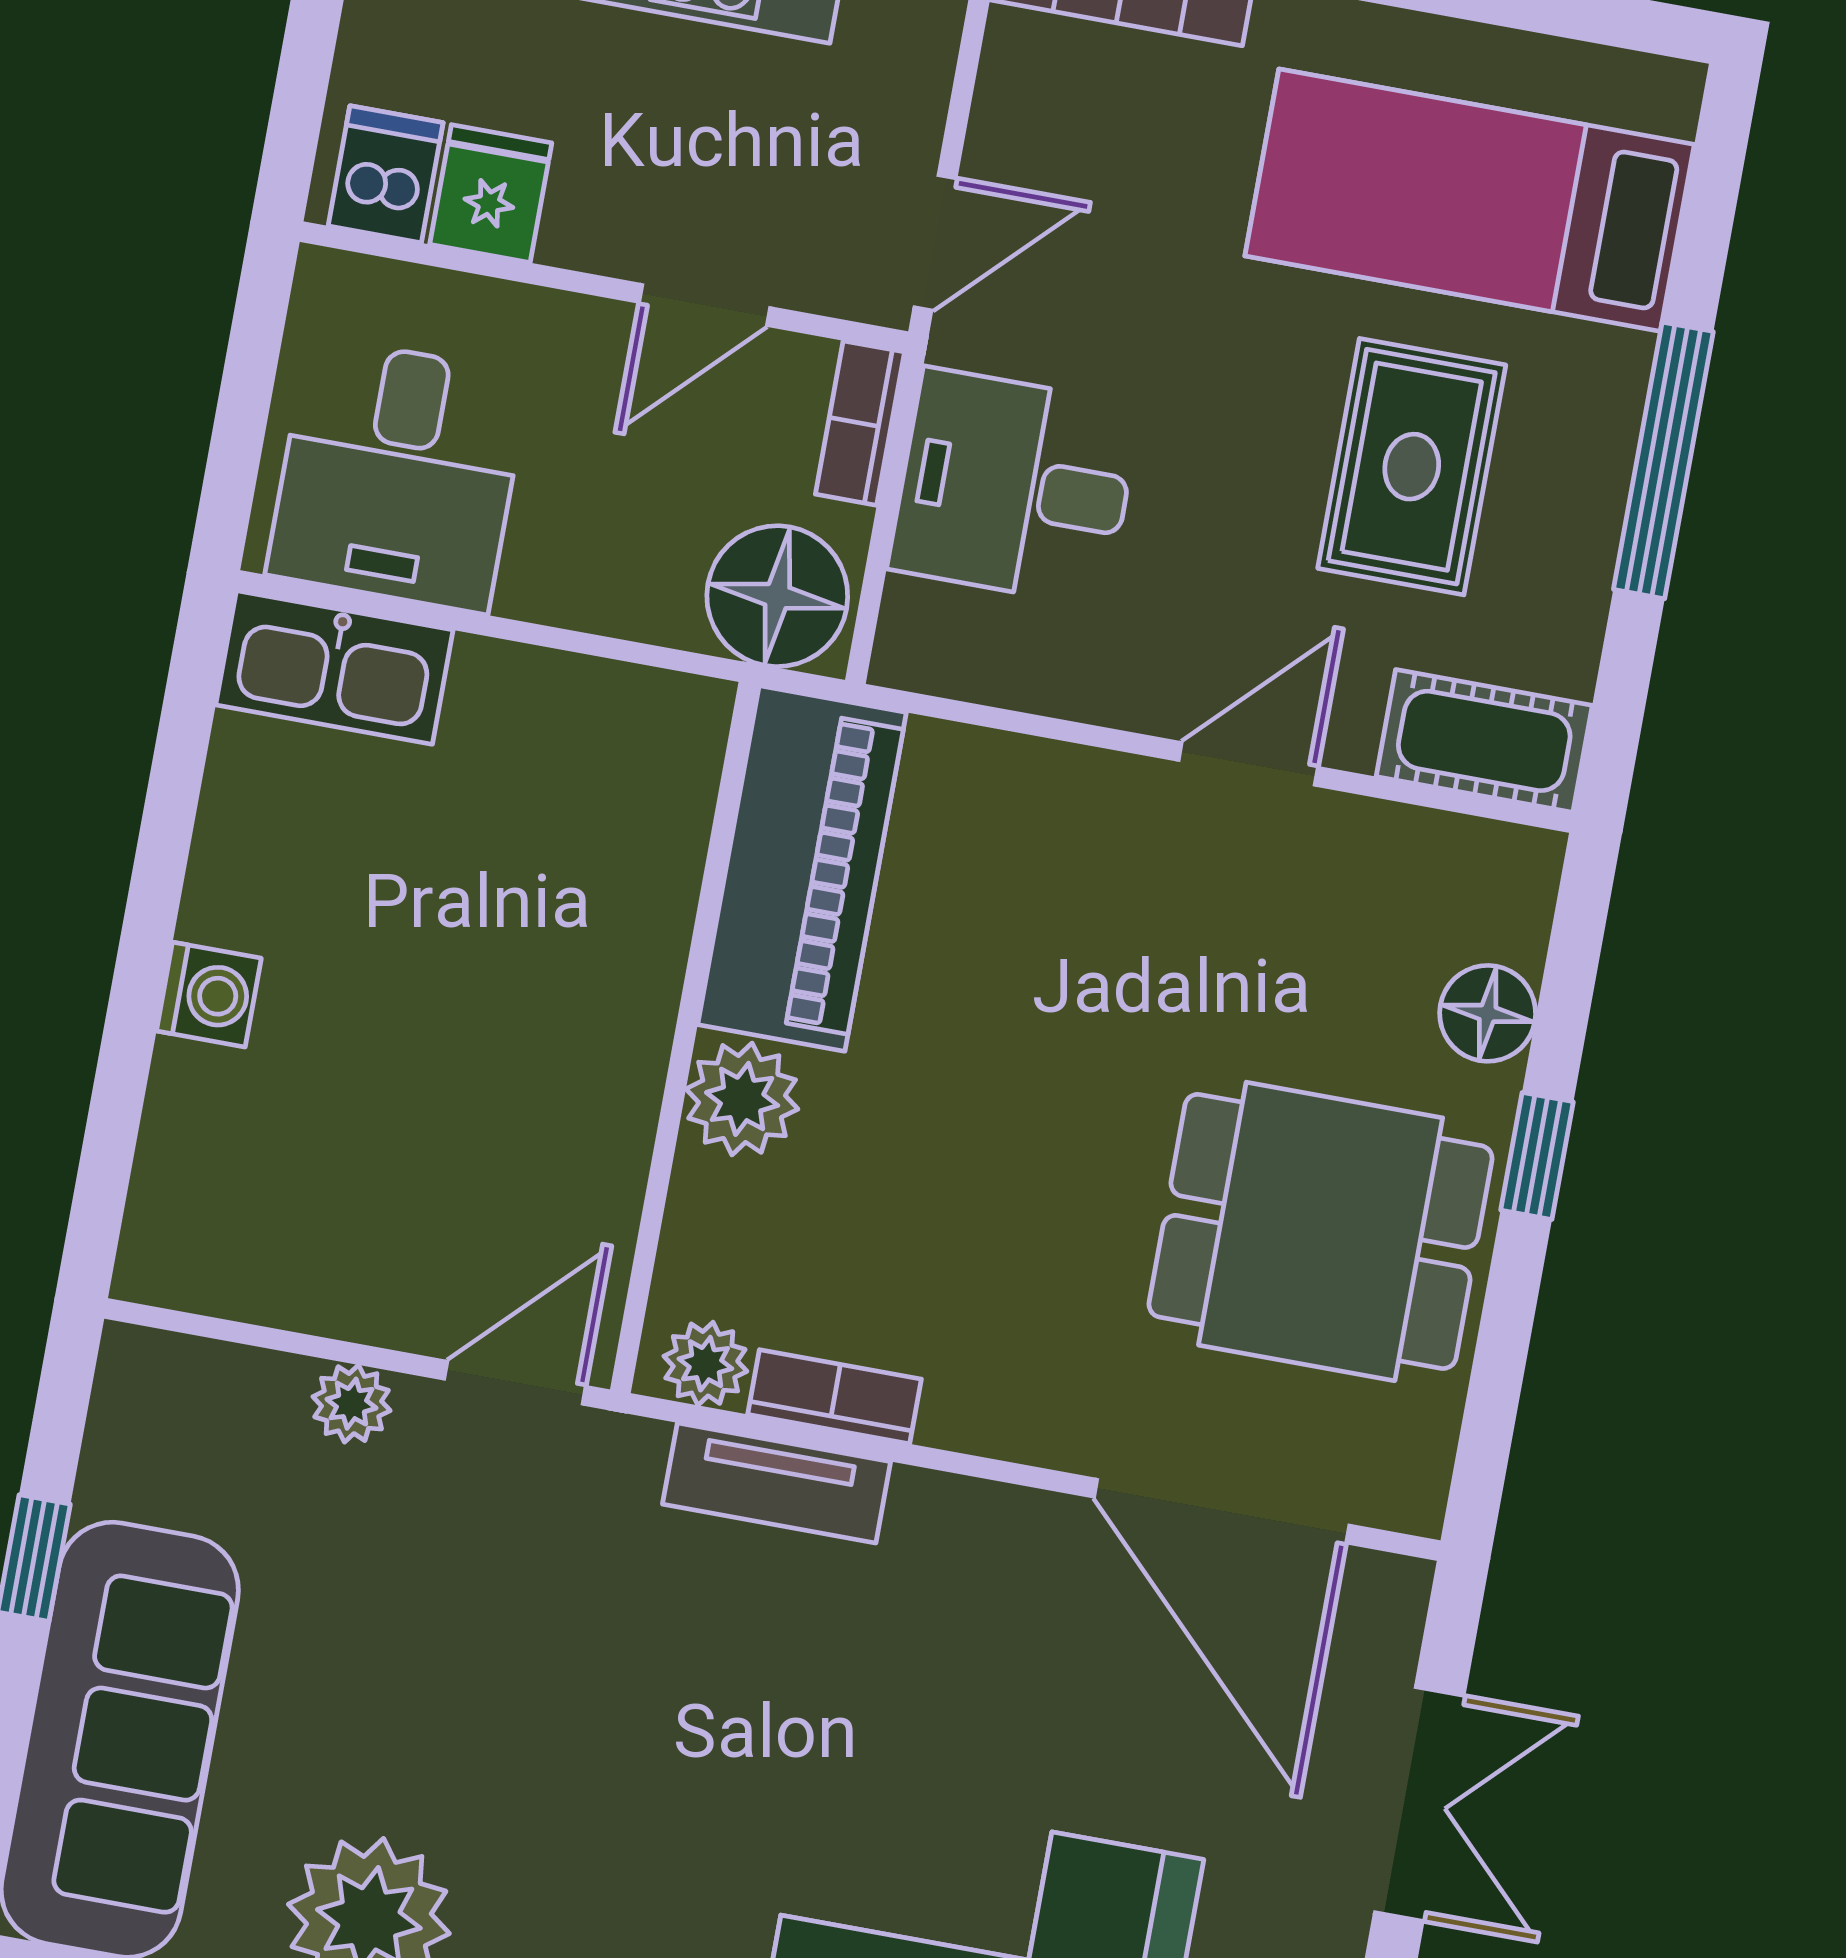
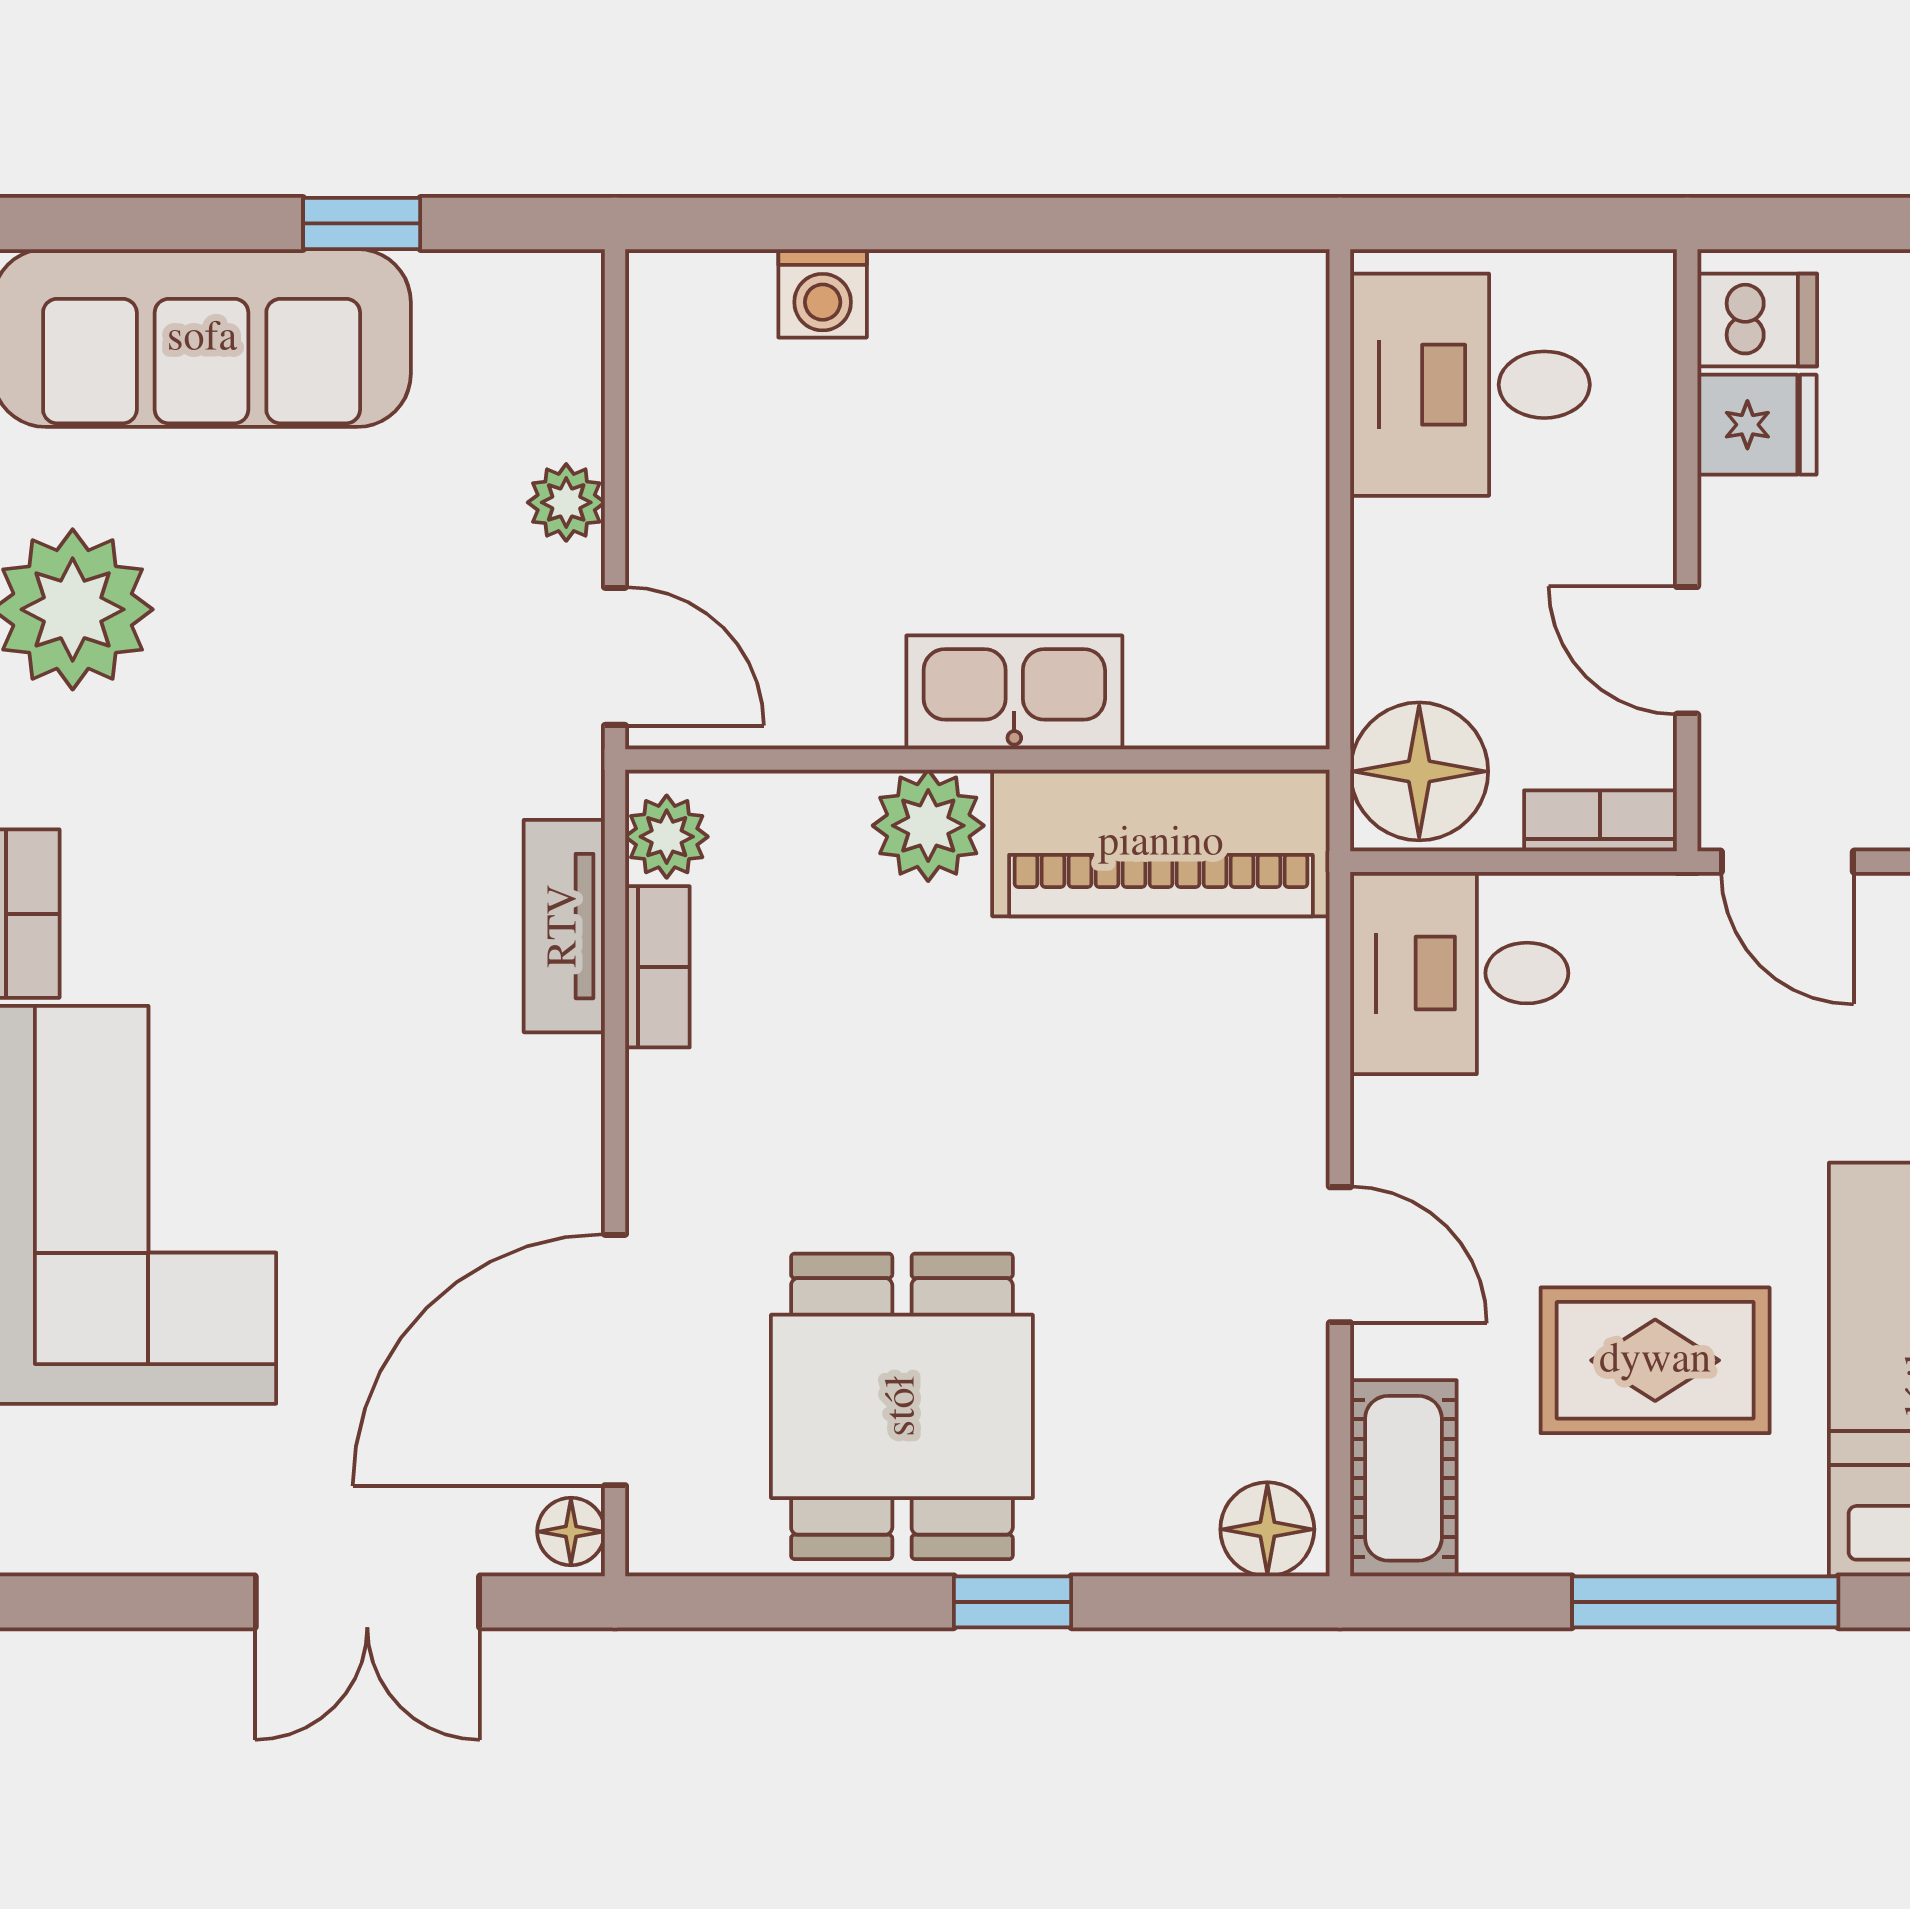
desk: (1014, 487) -> (1459, 973), moved, turned -90
kitchen sink: (334, 667) -> (1014, 692), moved, turned 90
washing machine: (209, 995) -> (823, 293), moved
floor lamp: (1488, 1013) -> (1267, 1529), moved
floor lamp: (1386, 1587) -> (571, 1532), added

